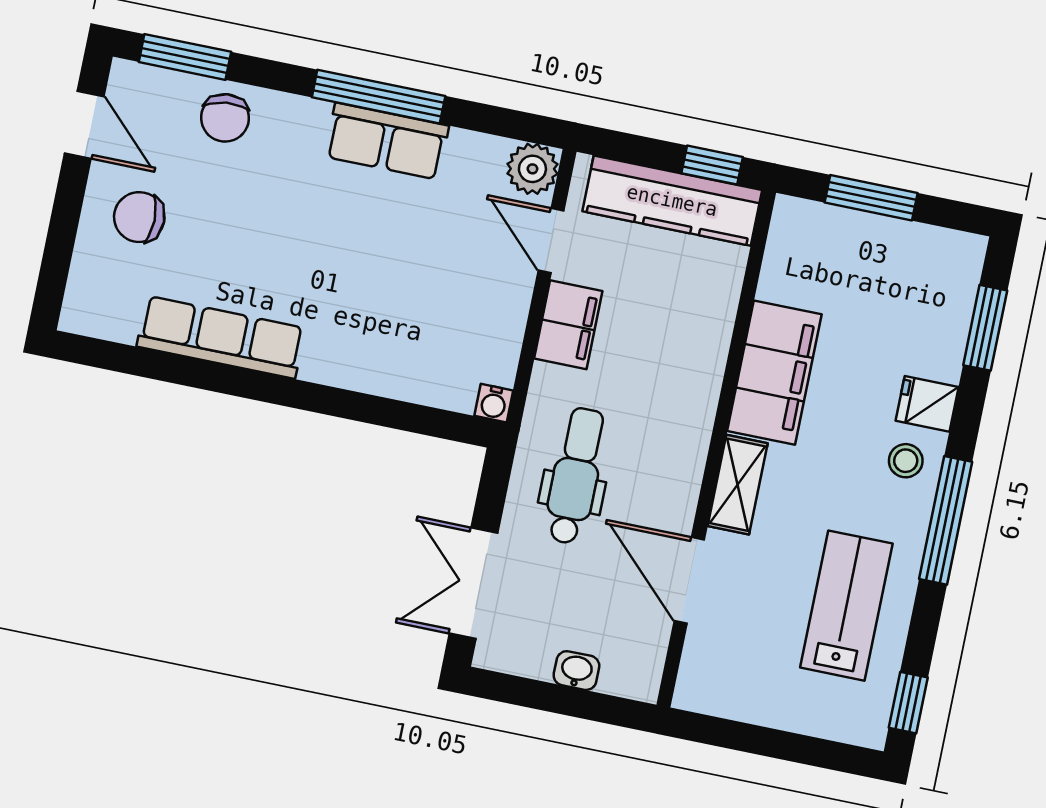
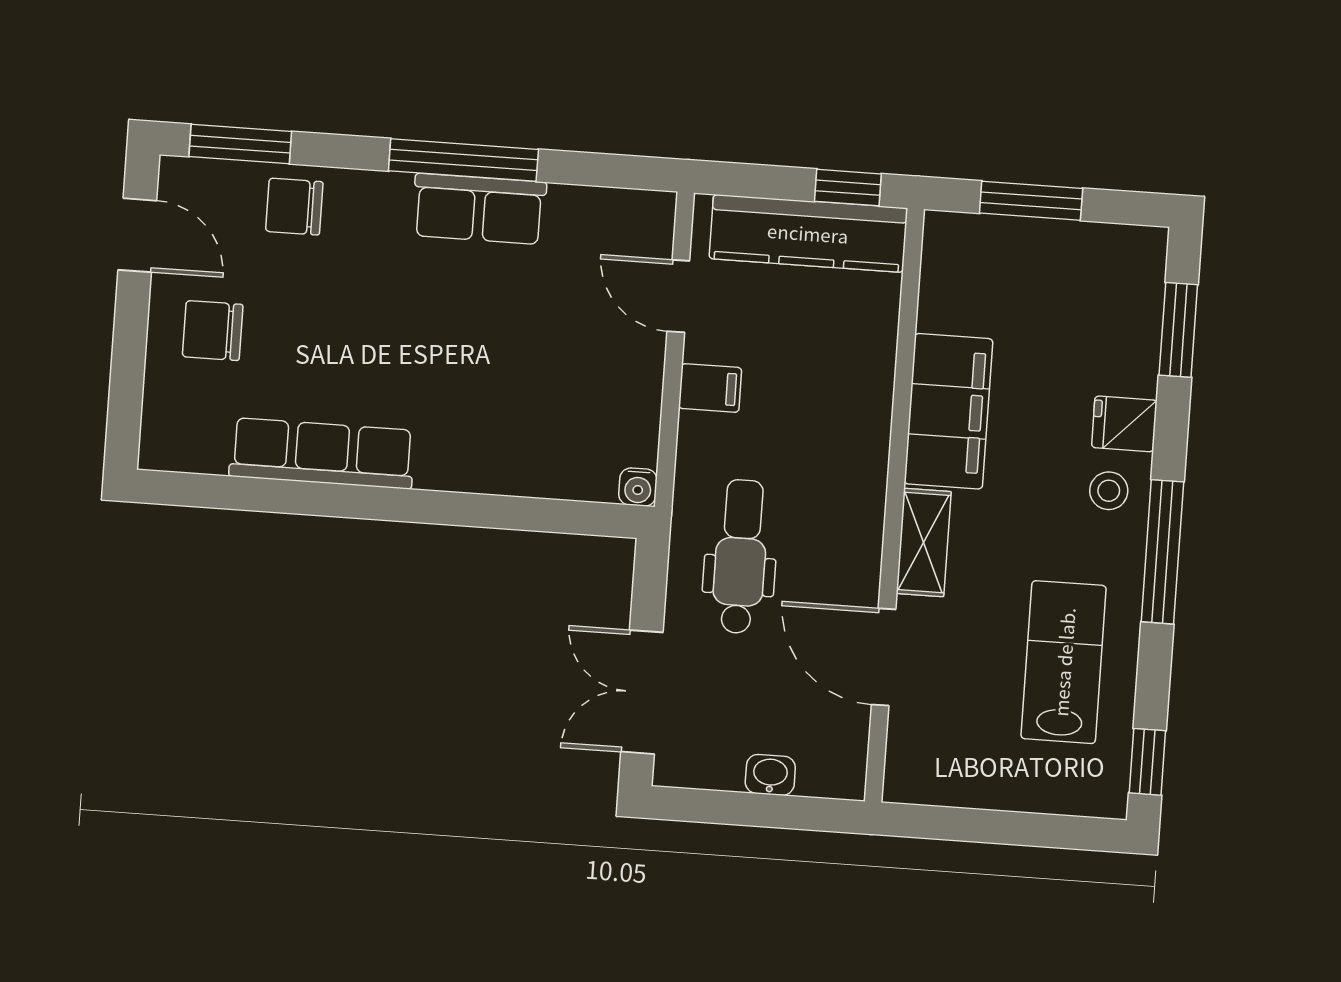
chair: (225, 118) -> (294, 207), turned 96
plant: (532, 169) -> (647, 218), removed
filing cabinet: (568, 325) -> (710, 388), width x0.50

